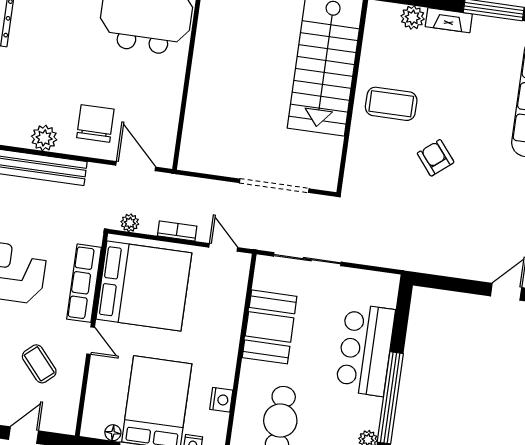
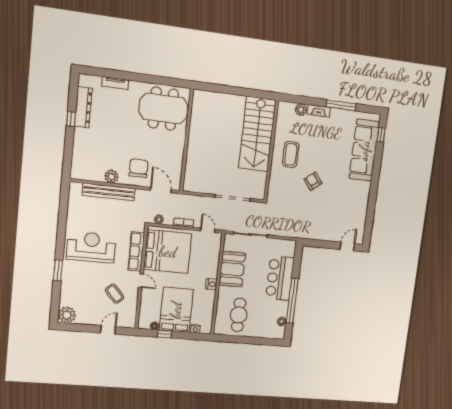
coffee table: (391, 104) -> (291, 154), turned 90
nightstand: (221, 400) -> (211, 284), moved

